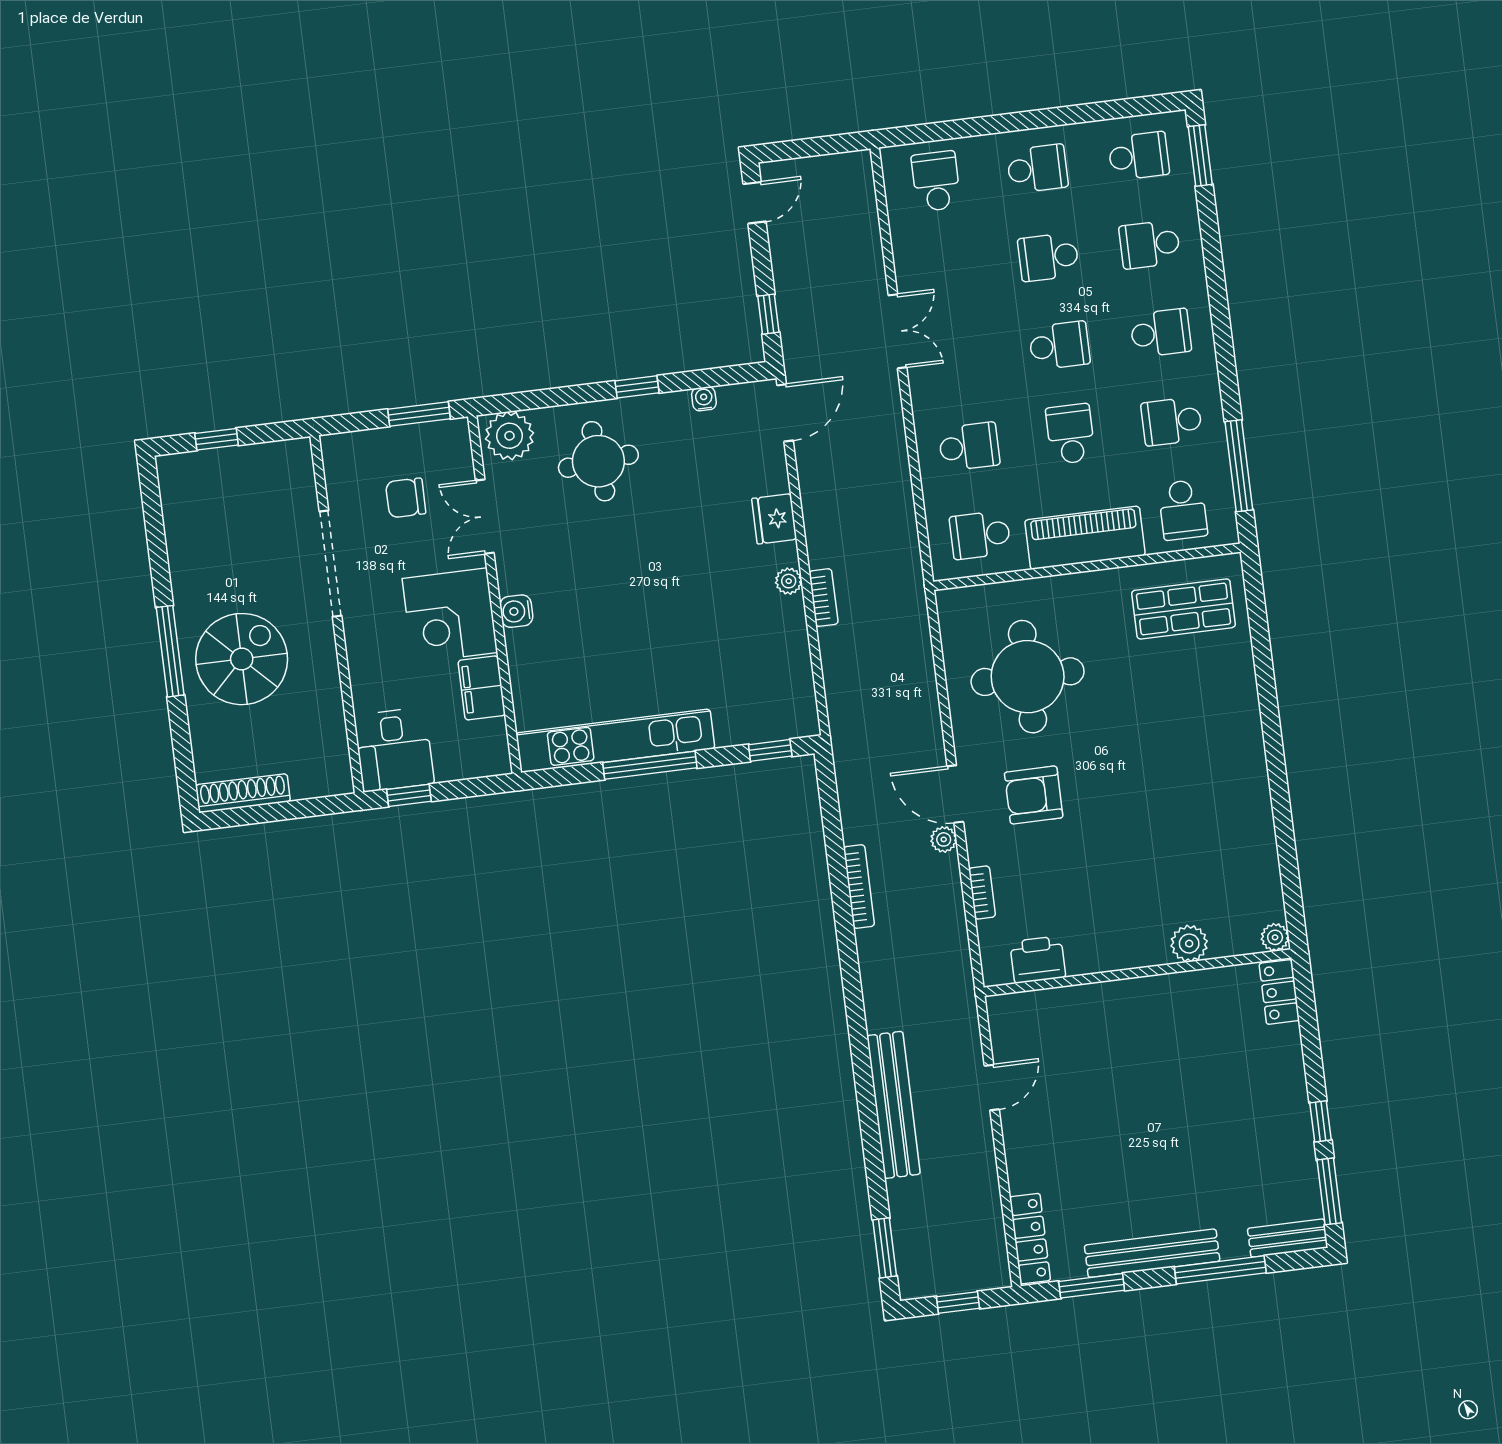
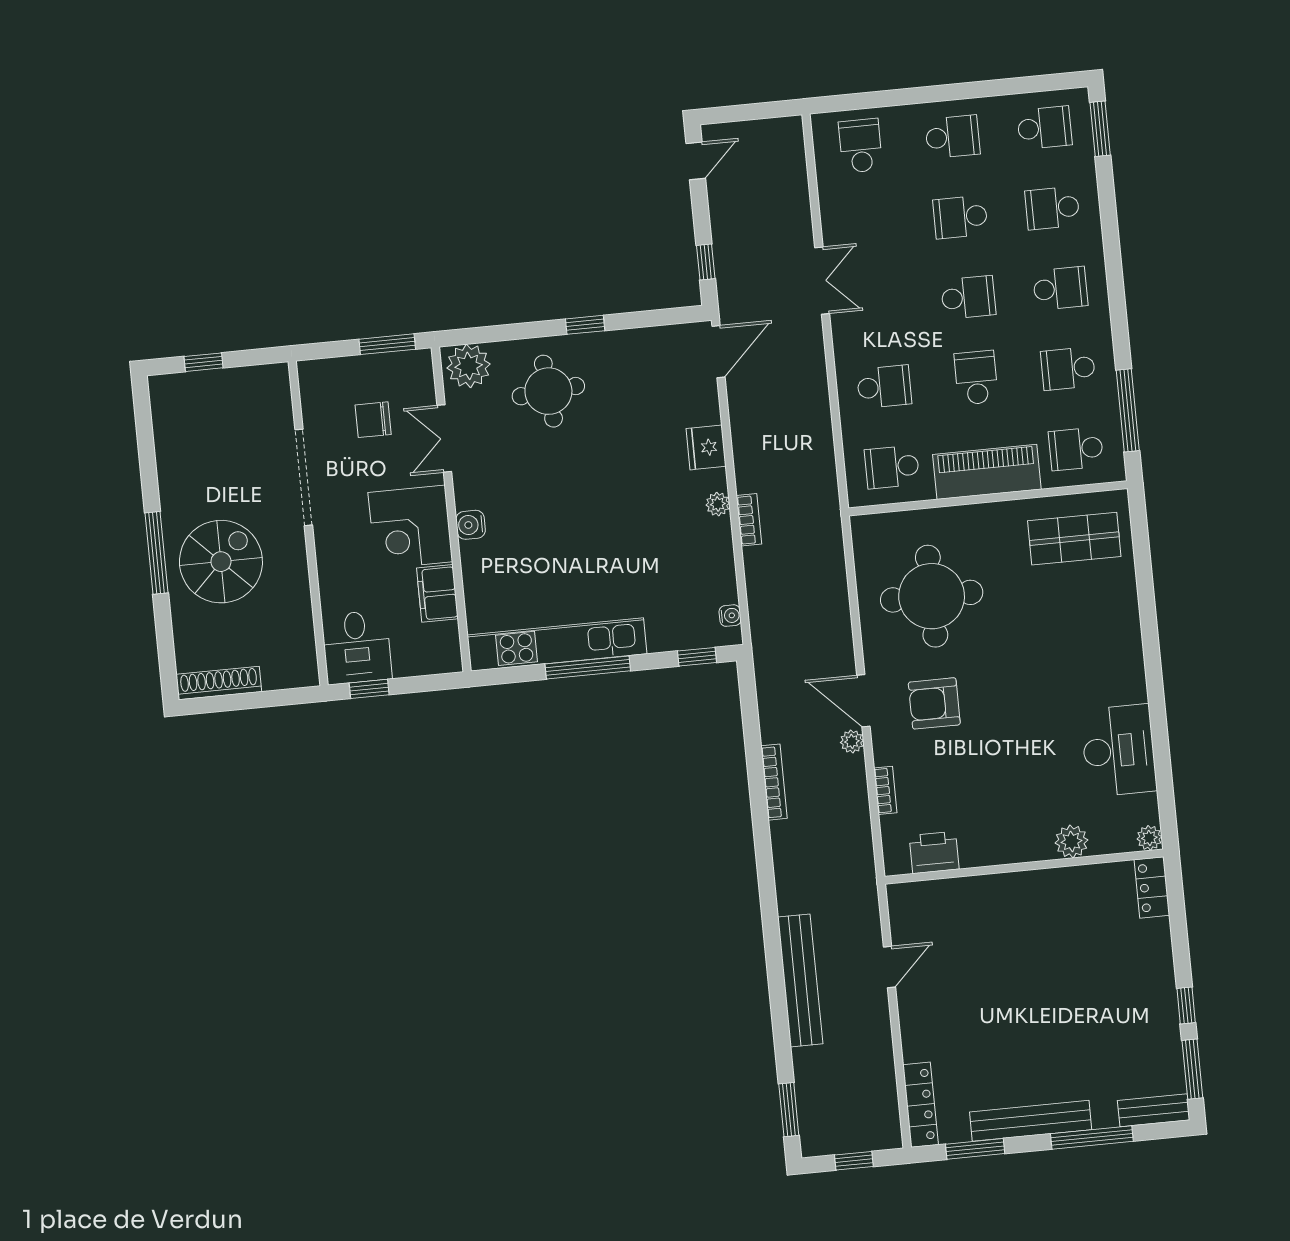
water cooler: (704, 399) -> (730, 616), moved, turned 90
school desk: (1183, 510) -> (1076, 449), turned 90
desk: (1239, 842) -> (1119, 750), added

